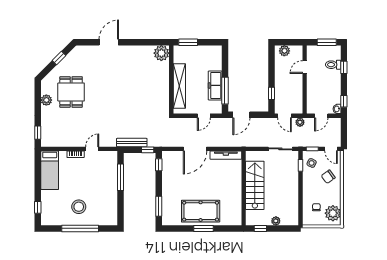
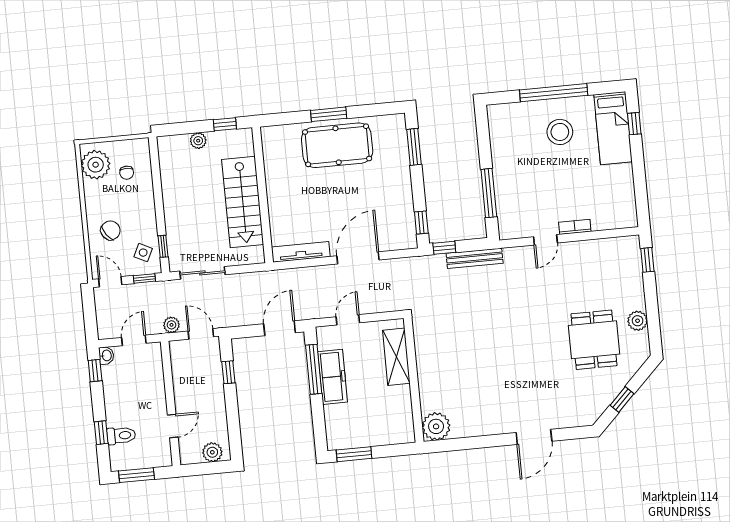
window: (188, 42) -> (354, 454), moved
shelving: (179, 86) -> (396, 357), width x0.68
bed: (50, 170) -> (613, 128), moved, turned 180

